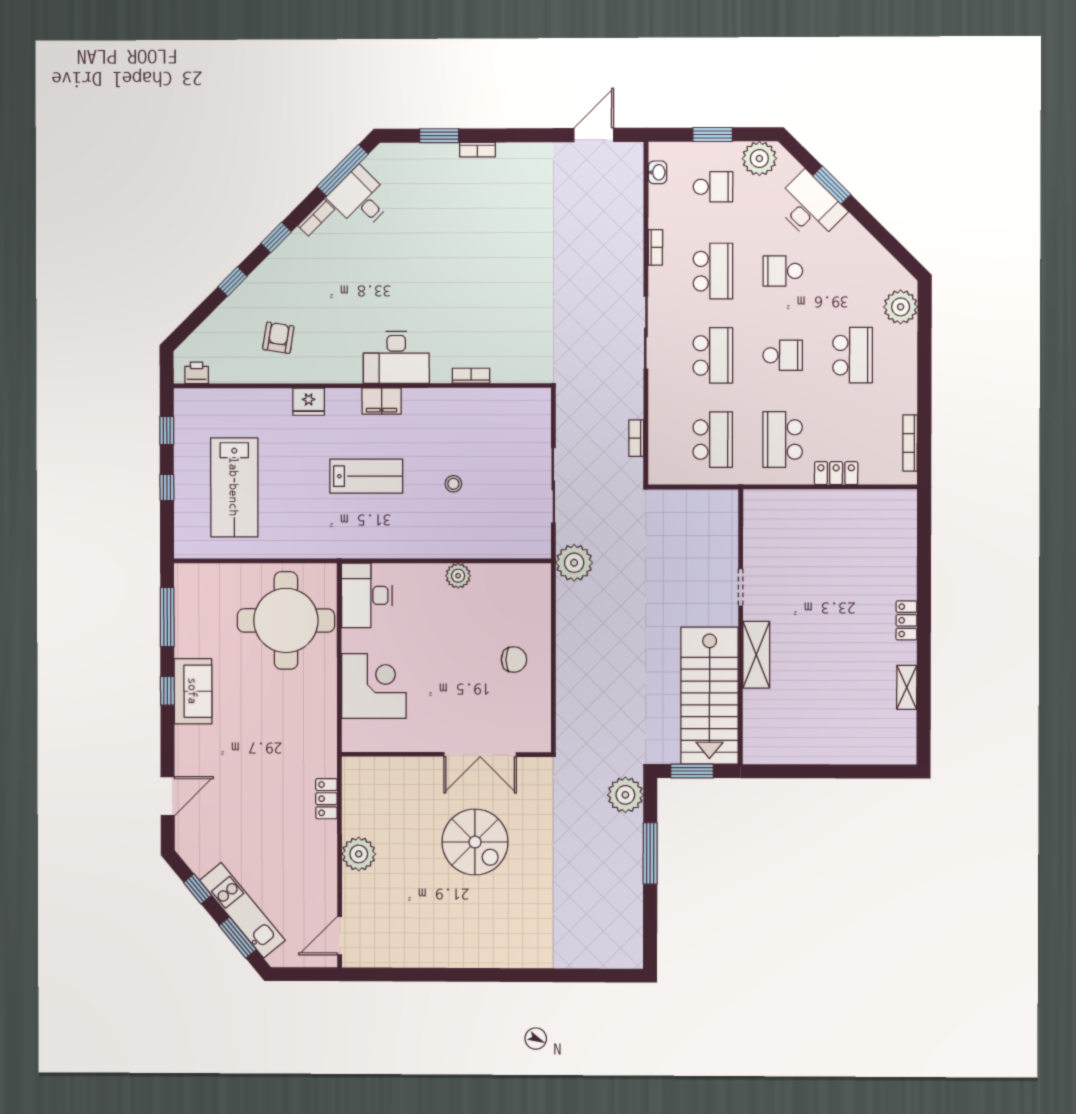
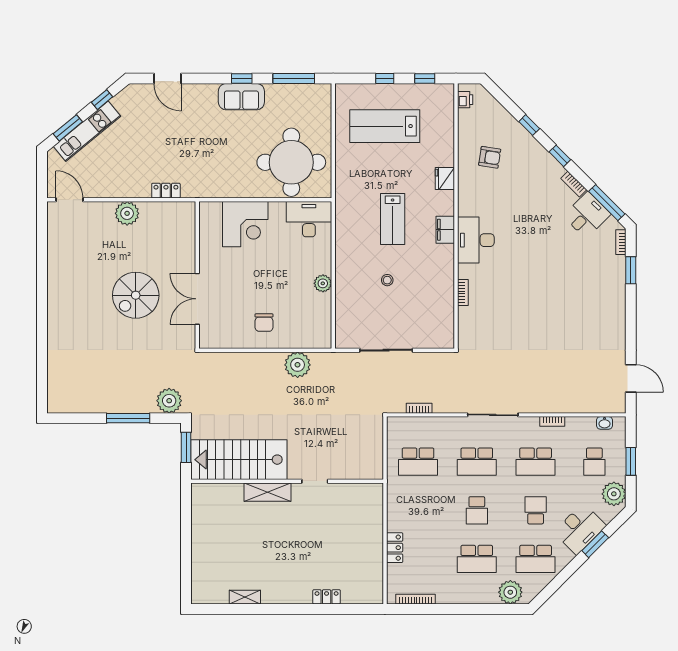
bookcase: (477, 150) -> (621, 242), moved
school desk: (783, 440) -> (536, 559), moved, turned 180
plant: (574, 563) -> (298, 365), moved
locker: (906, 620) -> (327, 597), moved

